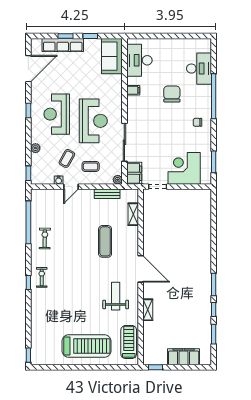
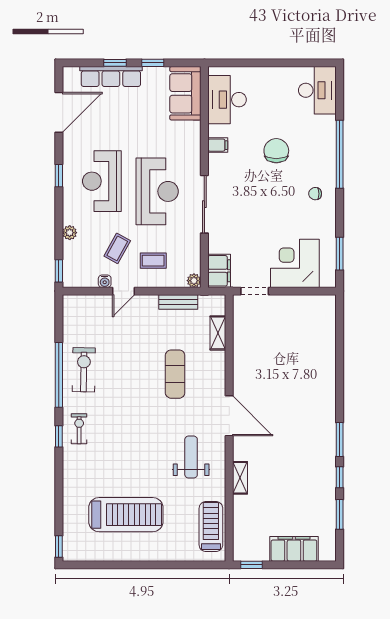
desk: (199, 69) -> (317, 90), moved
sliding door: (124, 142) -> (204, 204), moved
window: (28, 222) -> (59, 375), moved
exercise bike: (45, 239) -> (84, 370), width x1.38, depth x1.39
treadmill: (86, 346) -> (126, 515), moved

